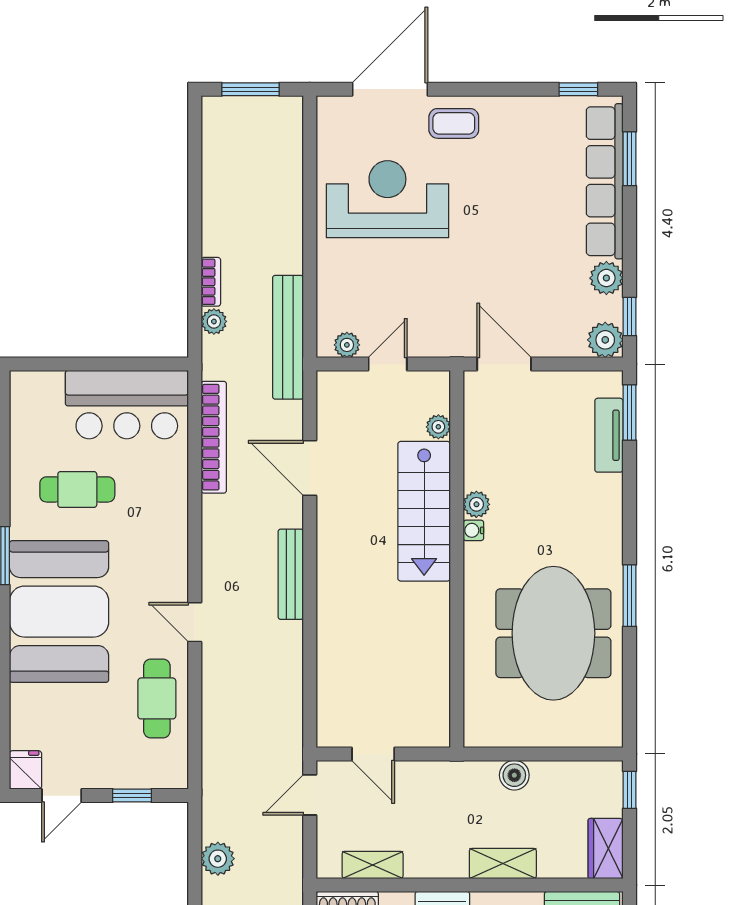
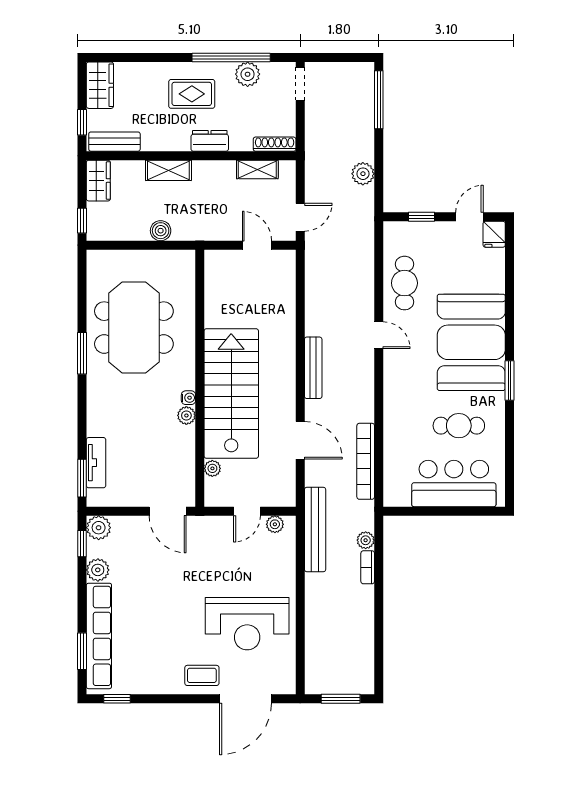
bar counter: (127, 405) -> (454, 484), moved
stairs: (424, 511) -> (231, 393), width x1.36, depth x1.51

